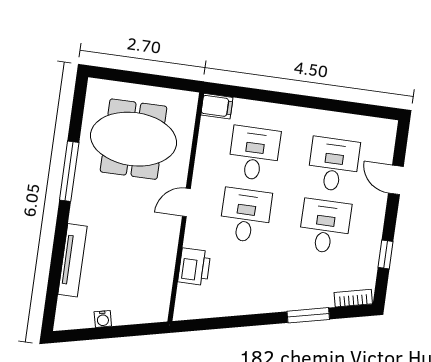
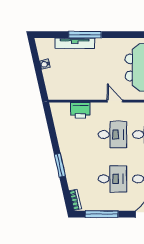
window: (69, 171) -> (85, 35), moved
window: (386, 254) -> (102, 214), width x2.17
window: (308, 315) -> (60, 165), moved

